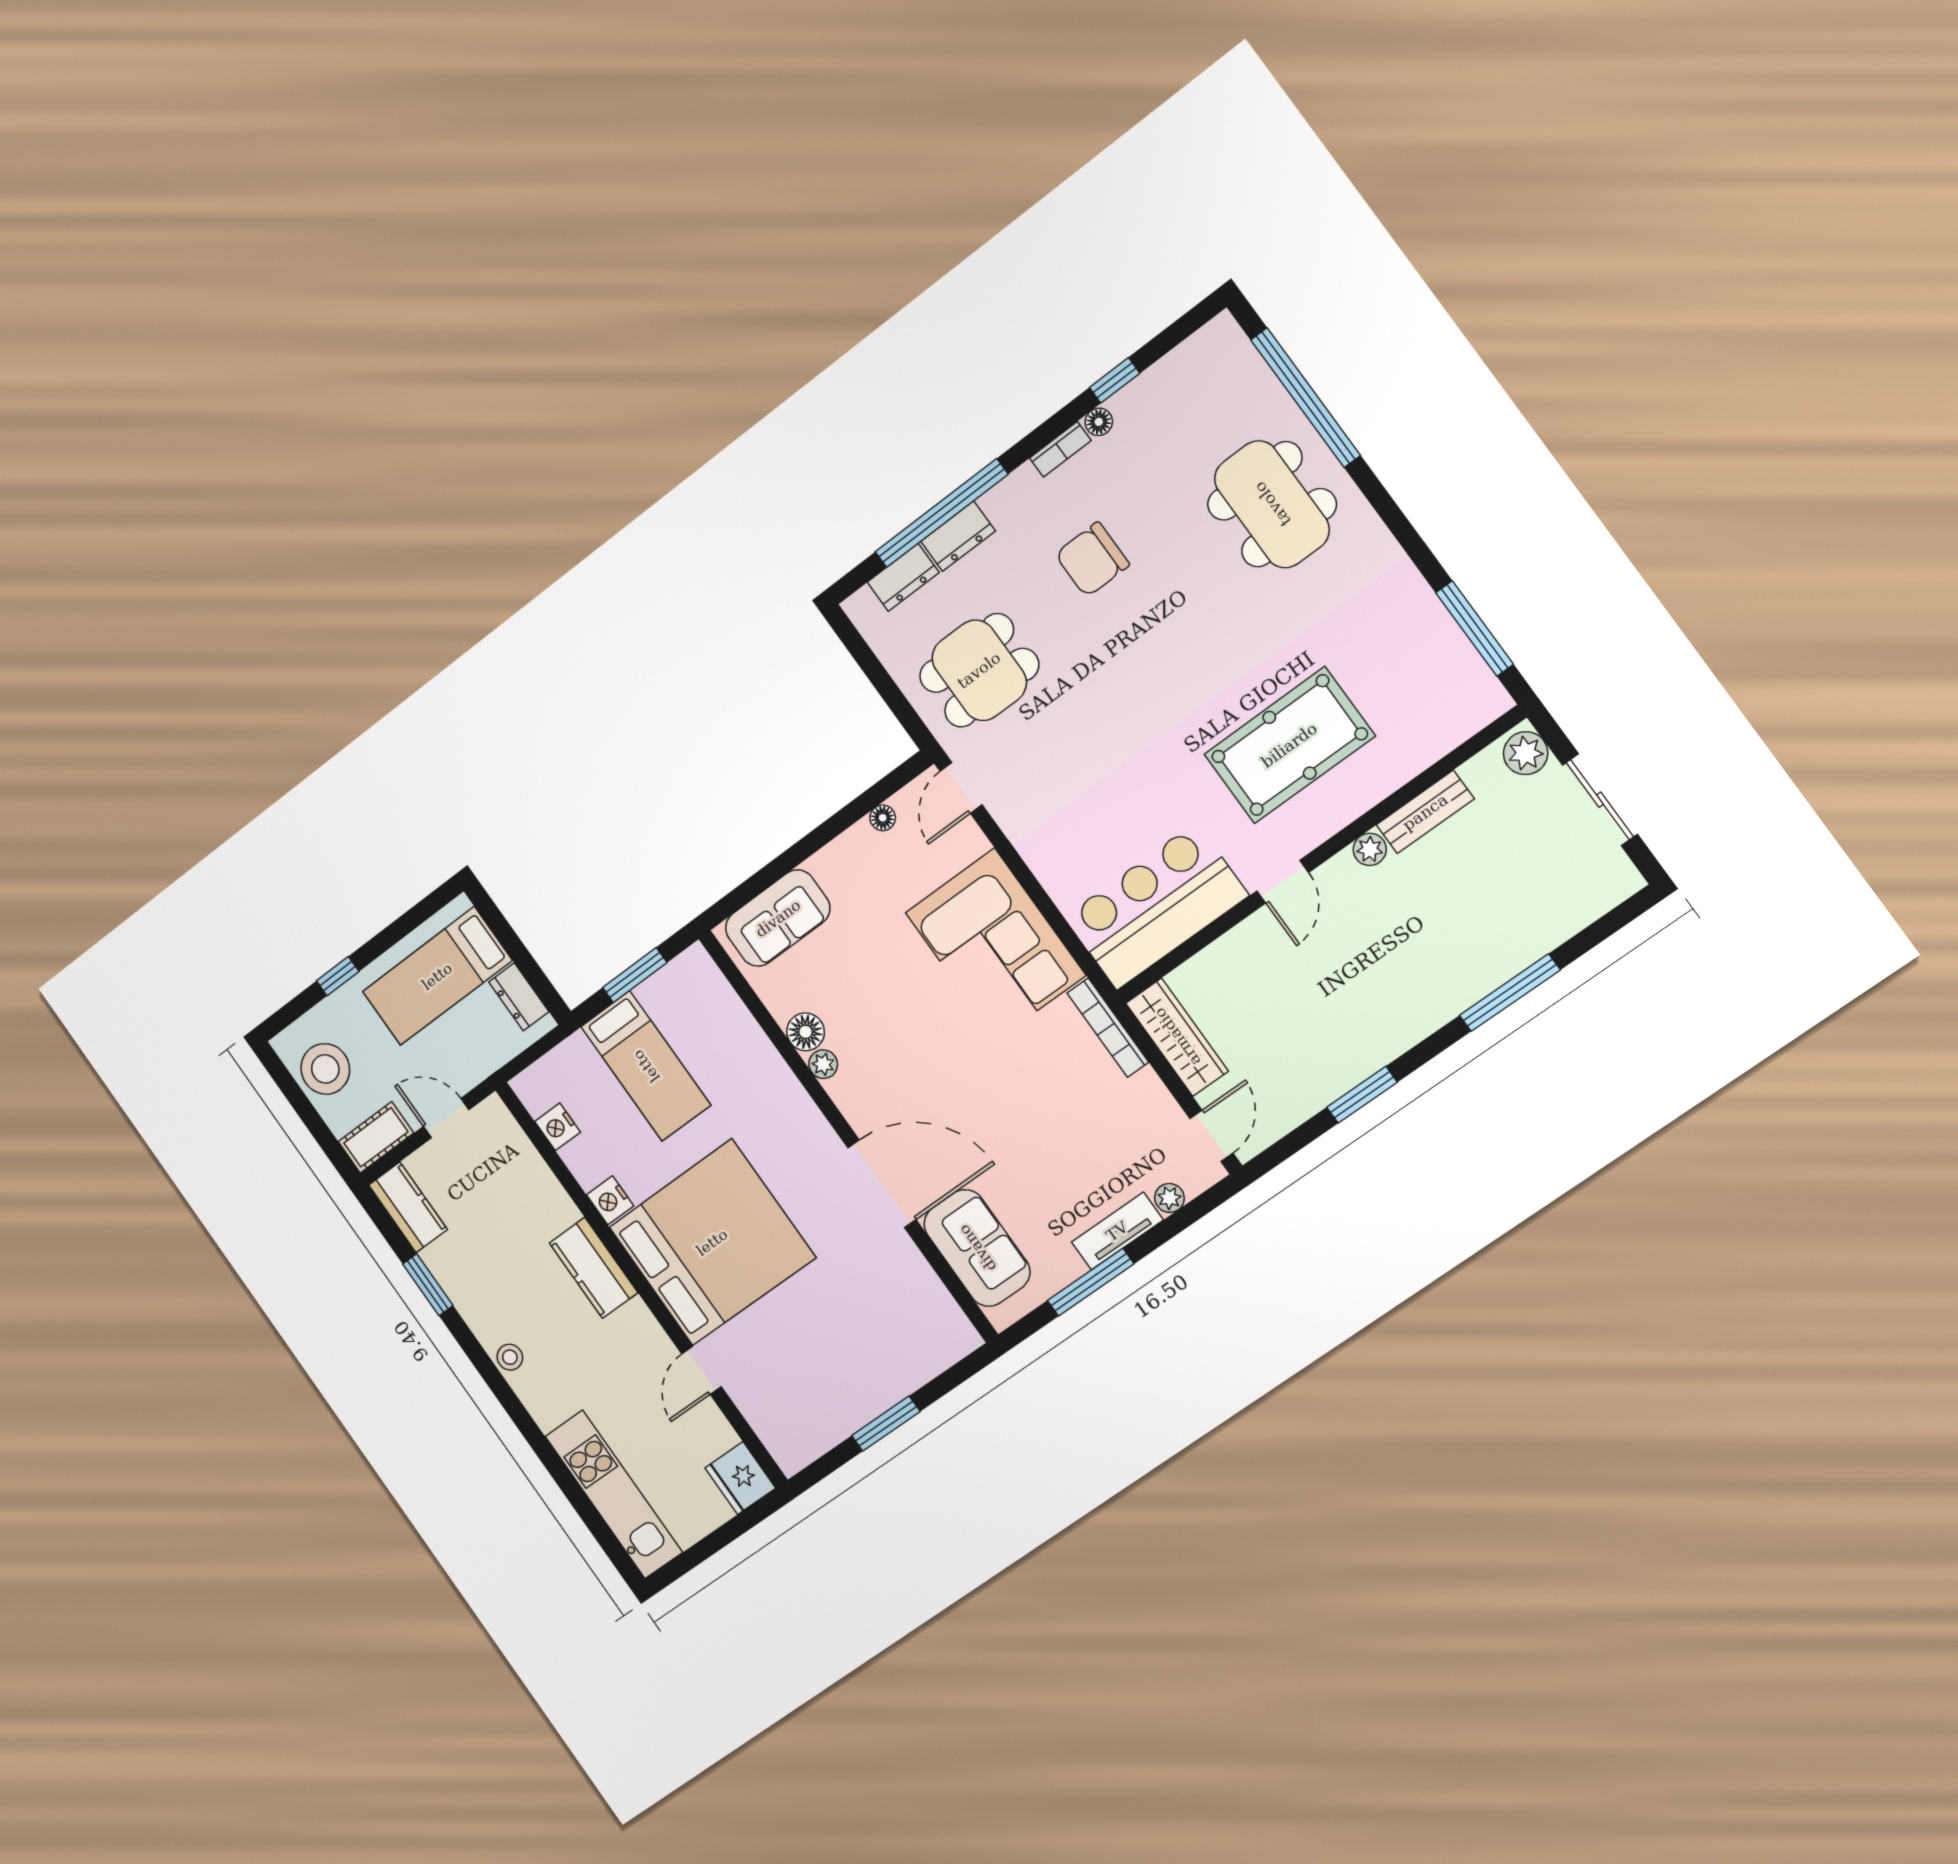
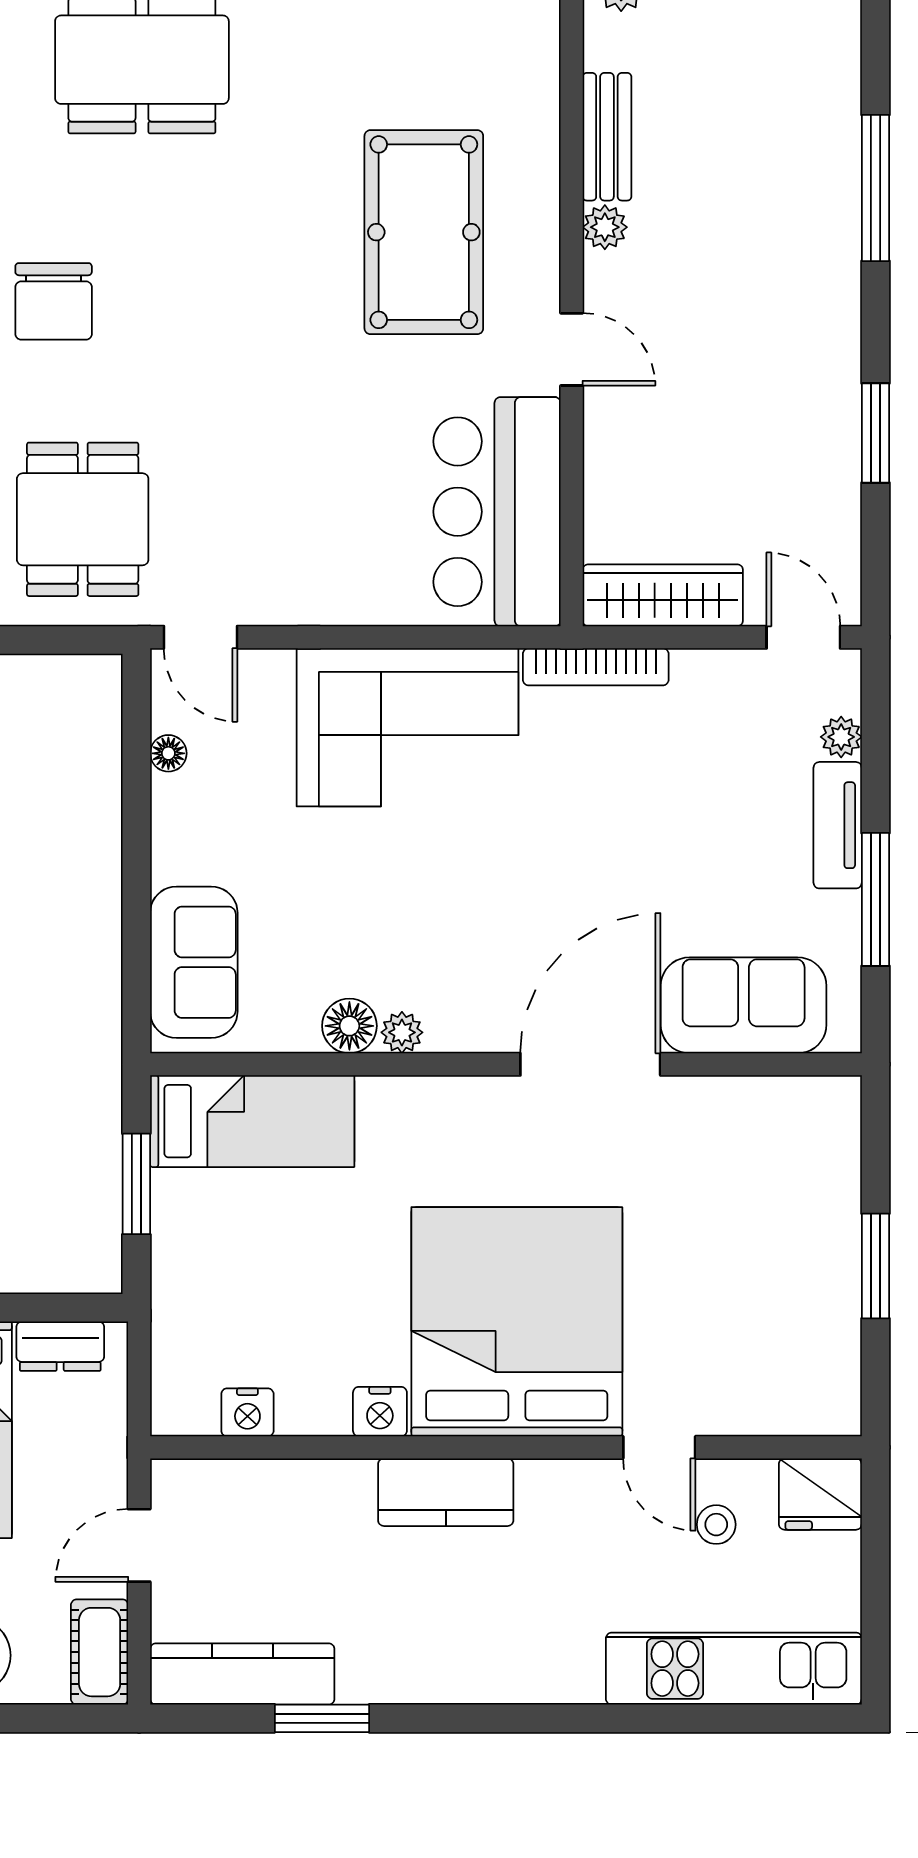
bed: (646, 1066) -> (252, 1121), moved
kitchen counter: (408, 1207) -> (242, 1674), width x1.50
stool: (510, 1357) -> (716, 1525), moved

